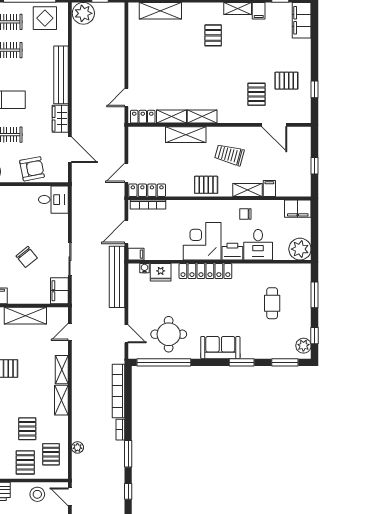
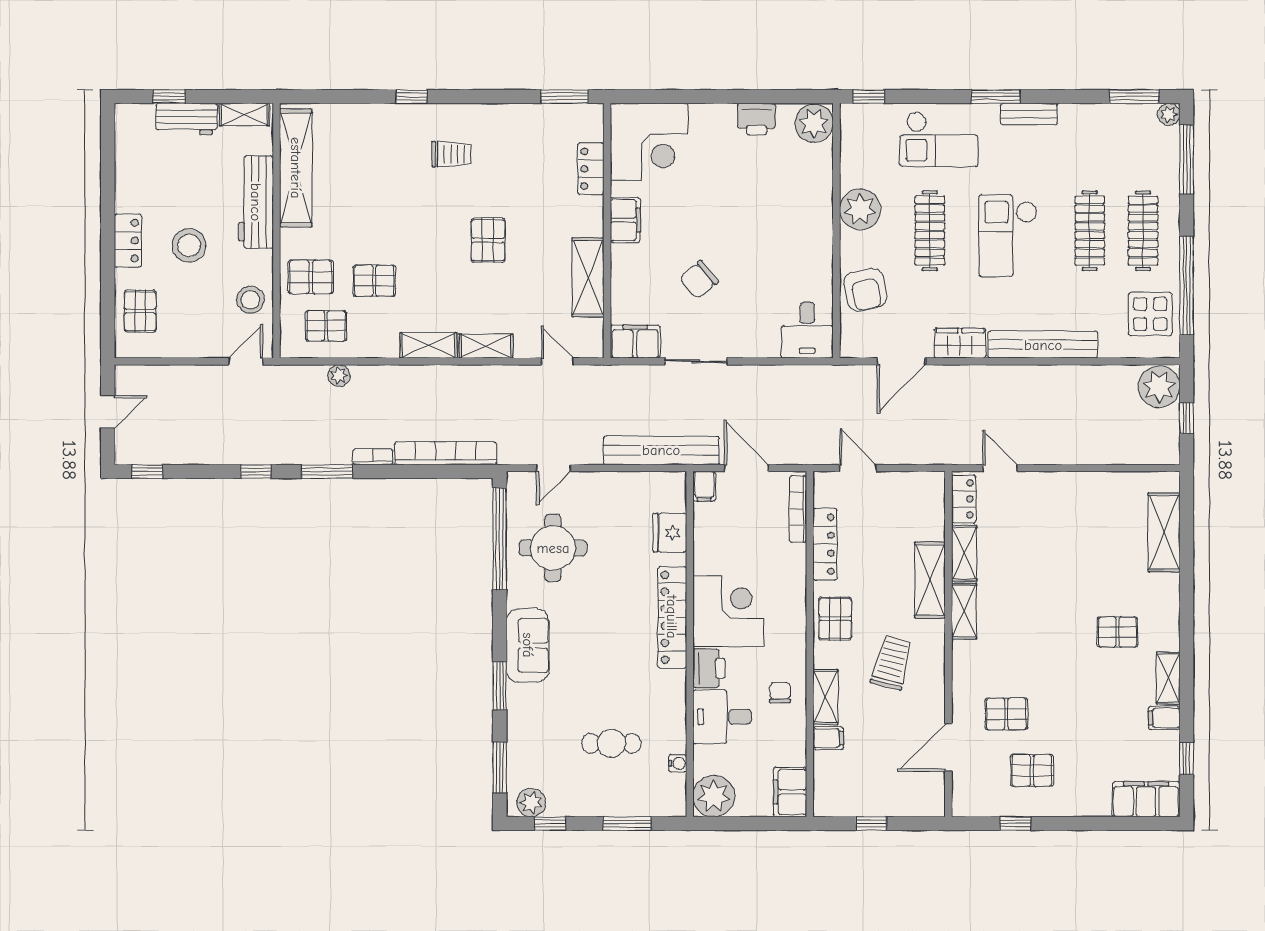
pallet: (286, 81) -> (1032, 770), turned 90
locker: (147, 190) -> (825, 544), moved
water cooler: (144, 268) -> (678, 763), moved

